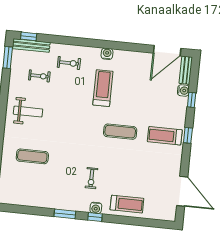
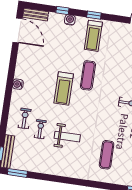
exercise bike: (39, 76) -> (40, 129), moved
treadmill: (103, 88) -> (64, 88), moved, turned -90
water cooler: (183, 90) -> (70, 20), moved
weight bench: (28, 112) -> (67, 137), moved, turned 90

